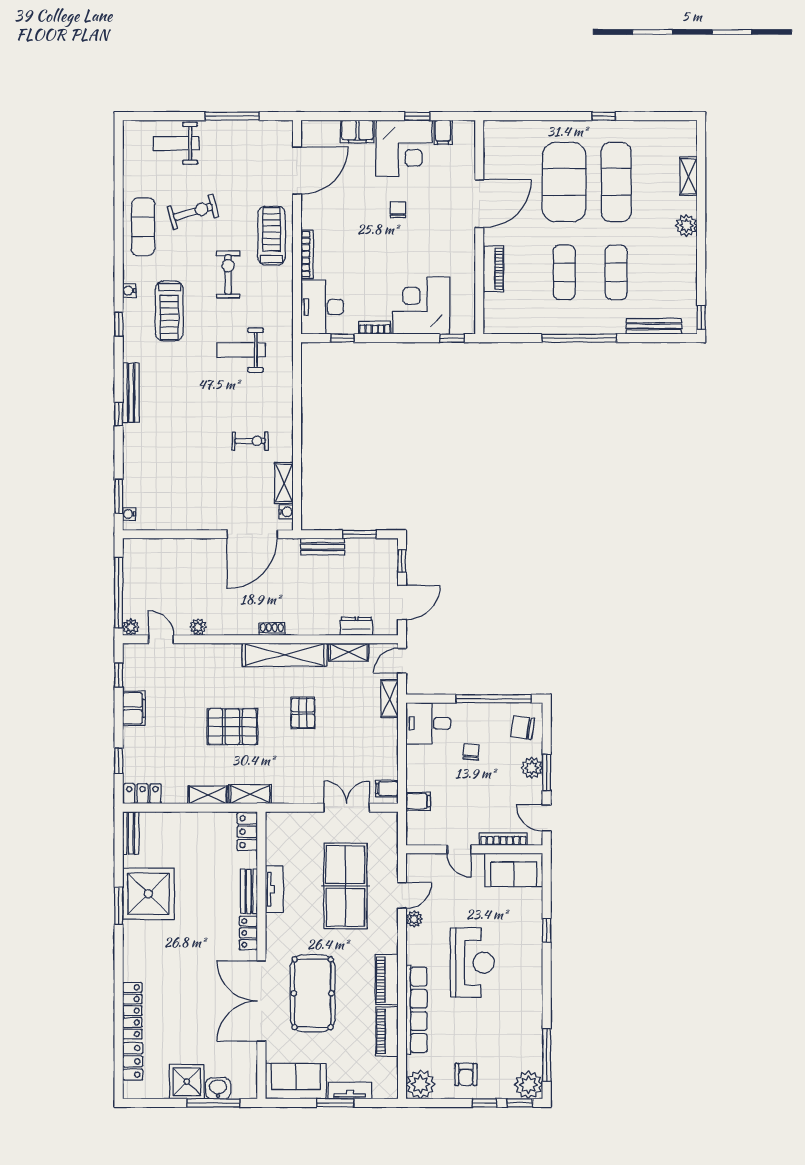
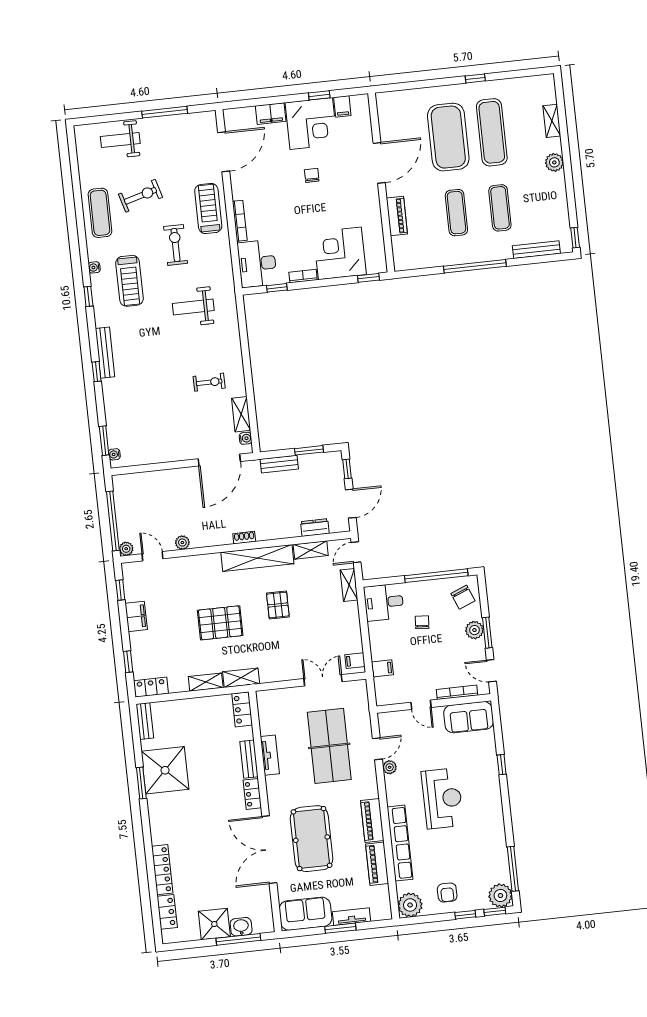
chair: (523, 727) -> (463, 597), turned -120

